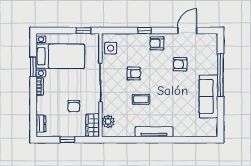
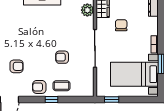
armchair: (157, 43) -> (39, 87), turned 180
side table: (111, 48) -> (85, 82), removed
coffee table: (141, 99) -> (62, 86), moved

